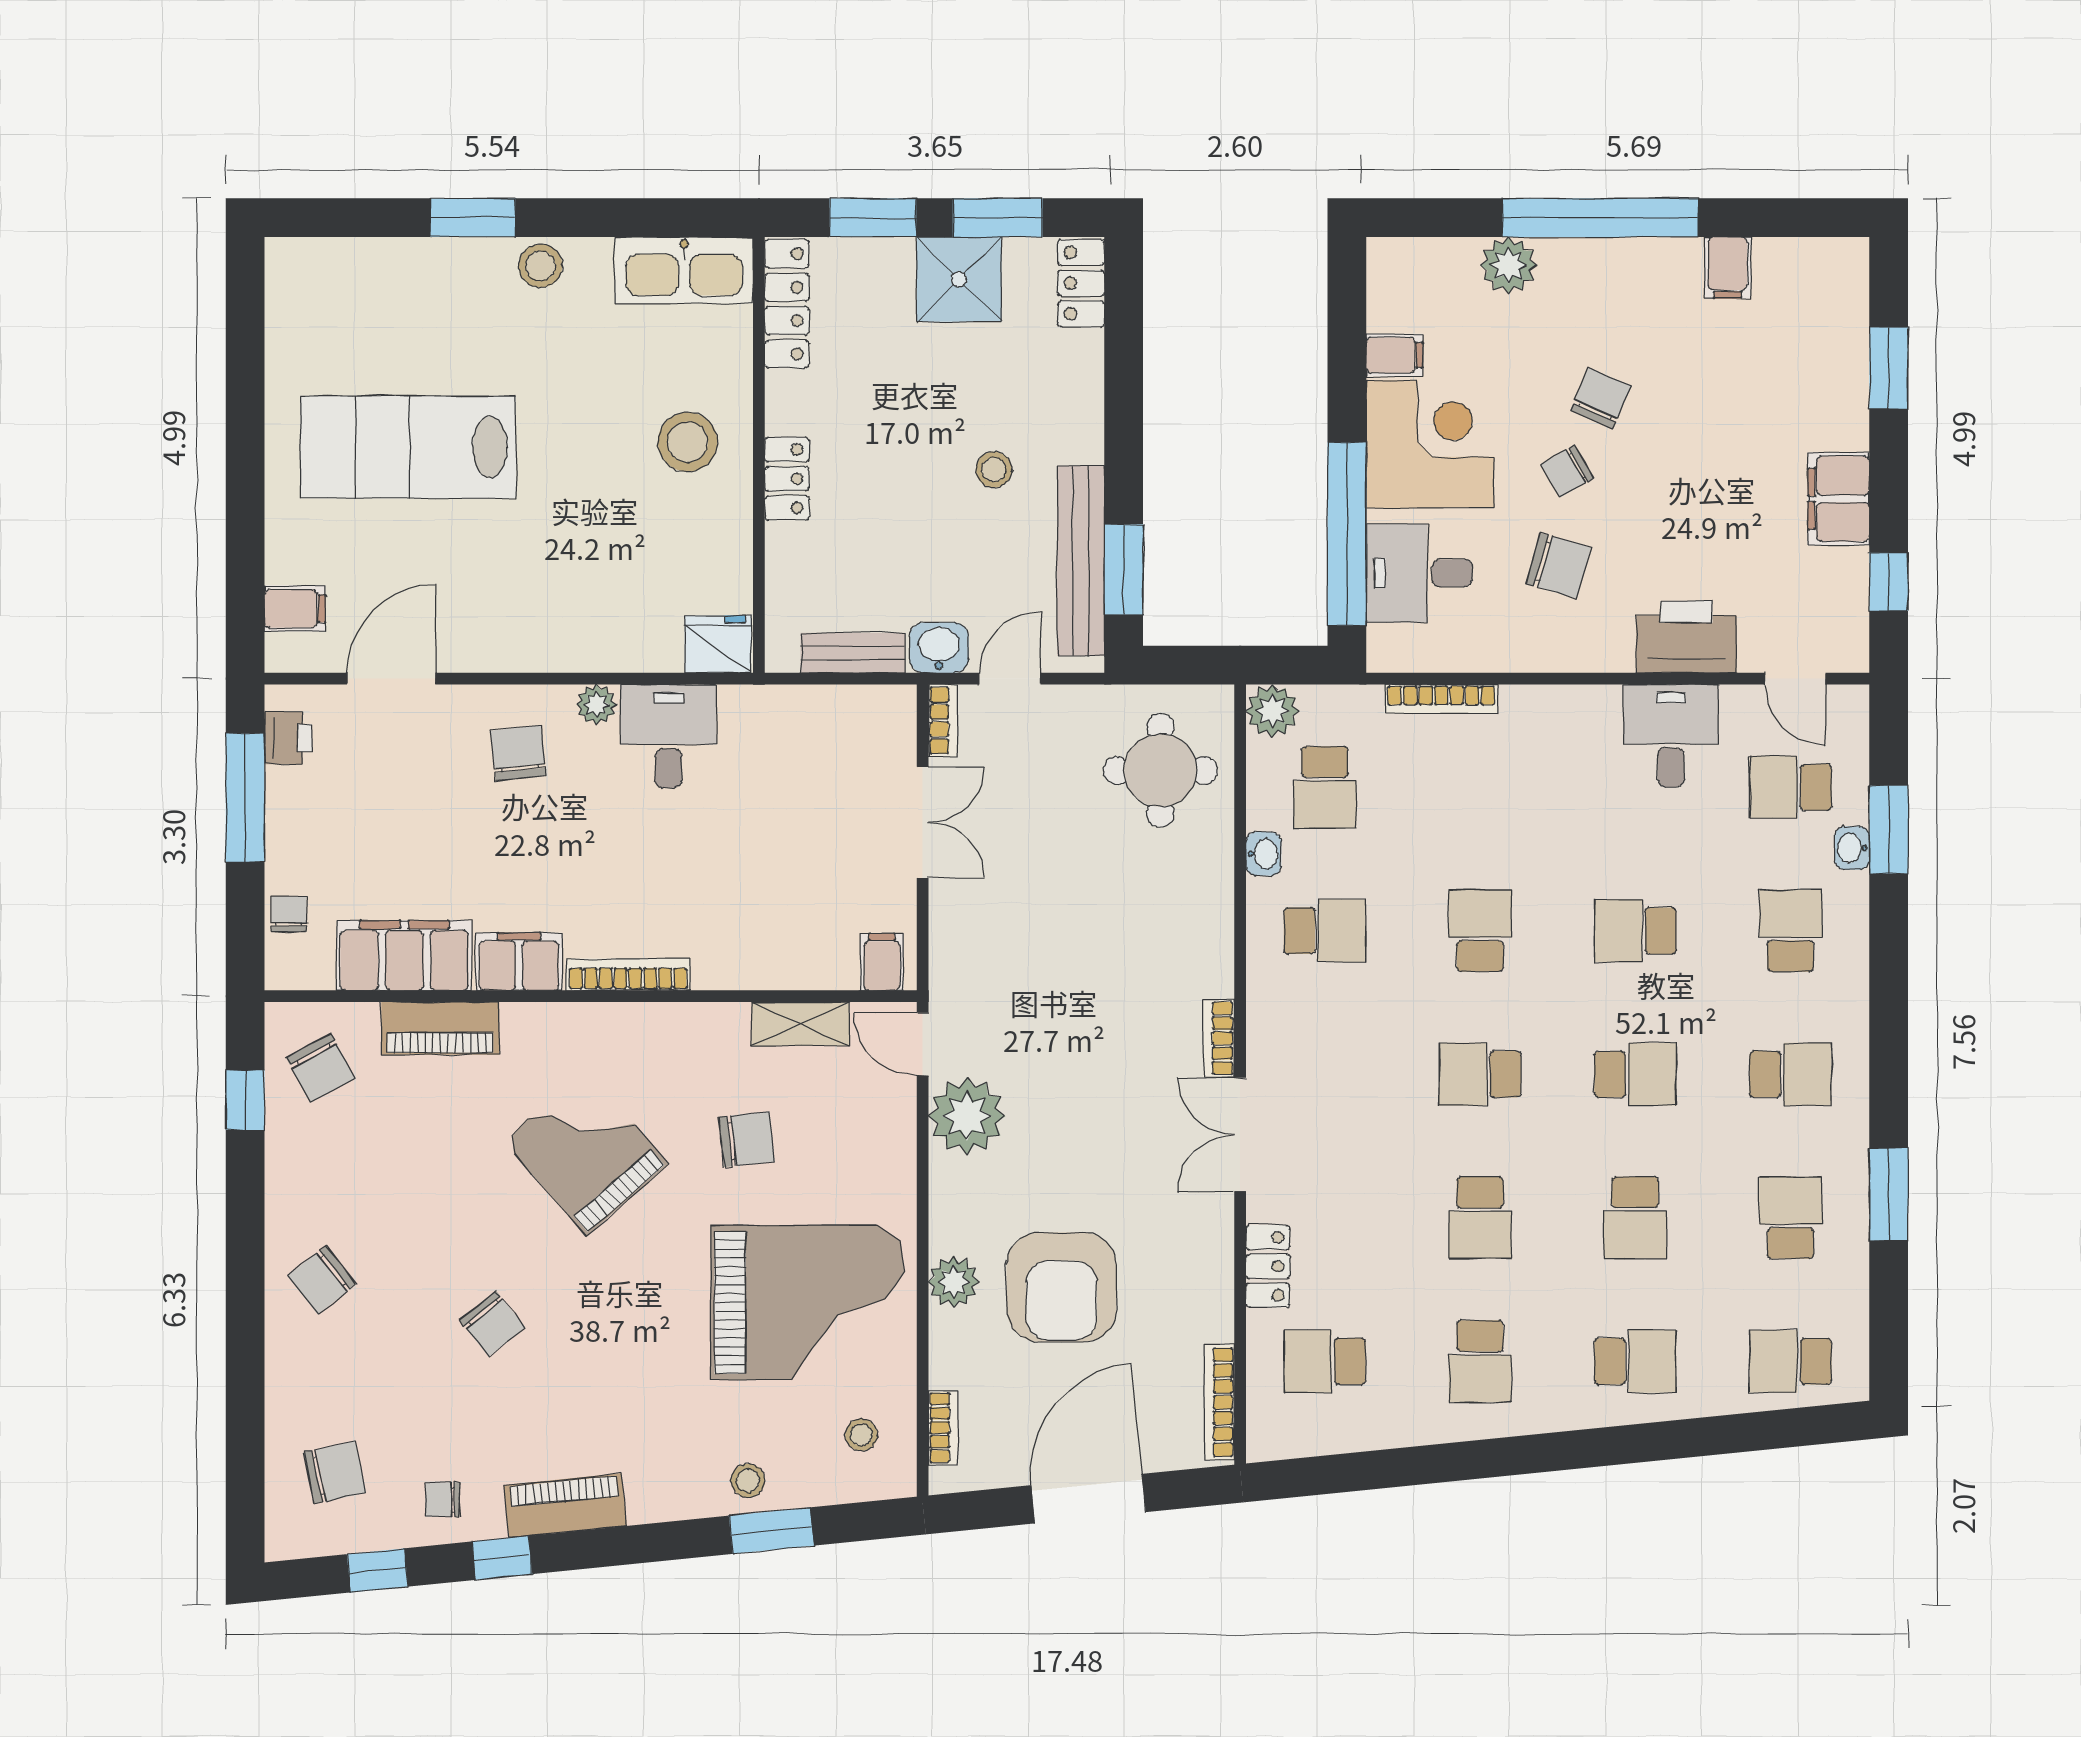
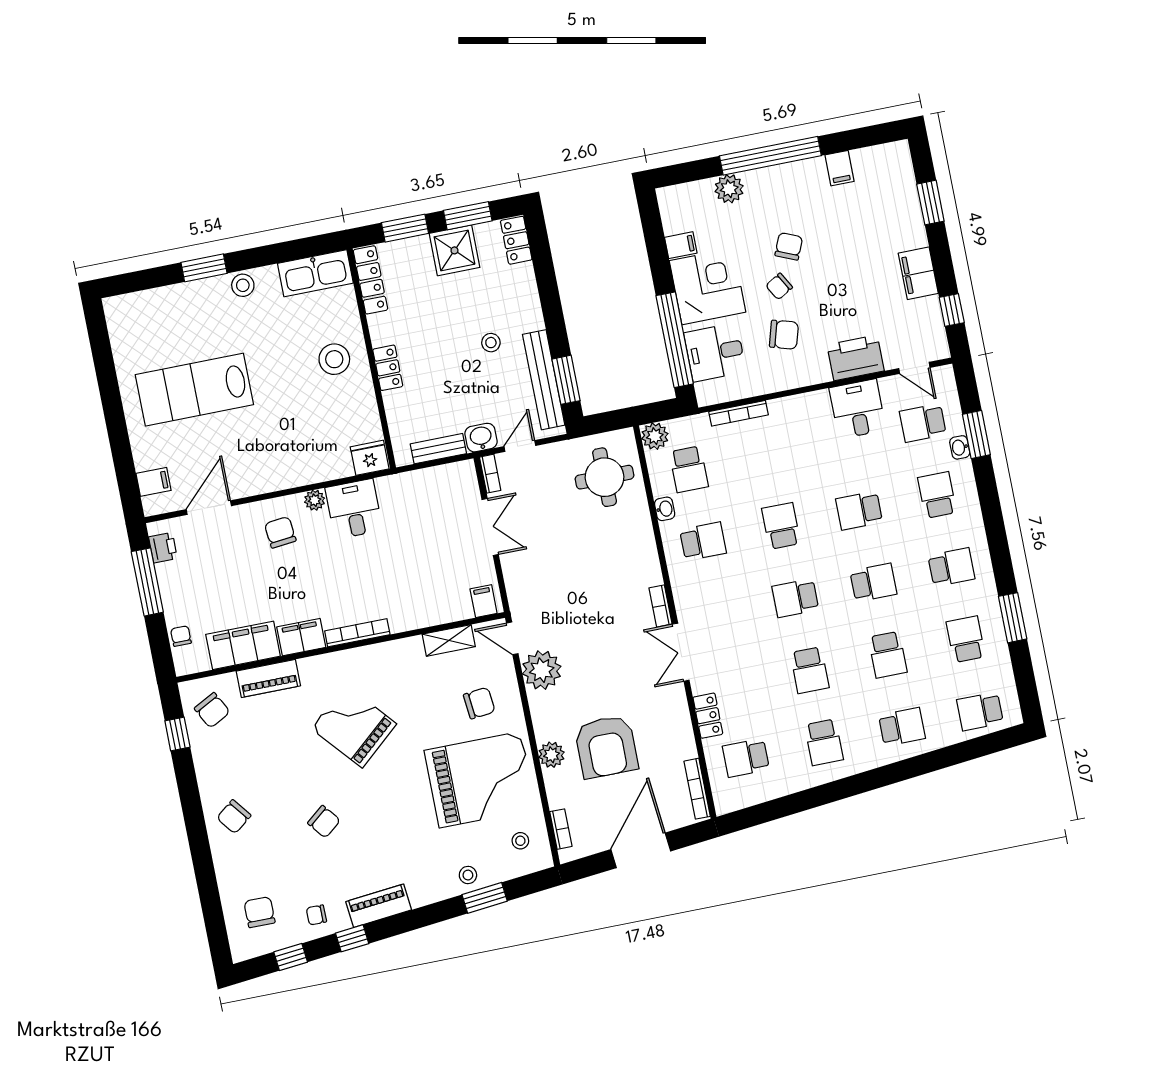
chair: (747, 1139) -> (479, 703), moved
chair: (335, 1473) -> (259, 912), turned -78

